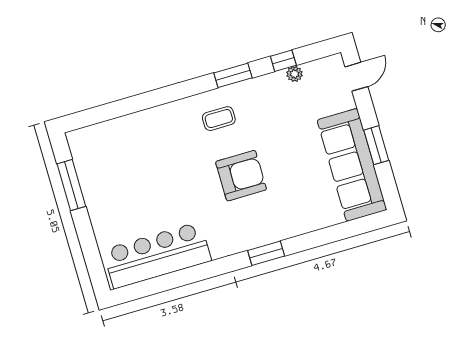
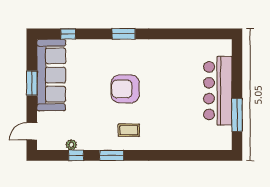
window: (345, 230) -> (68, 34), added
bar counter: (157, 255) -> (218, 91), moved, turned 90

